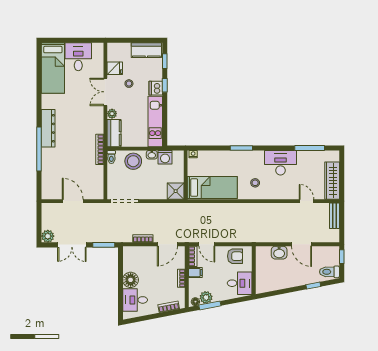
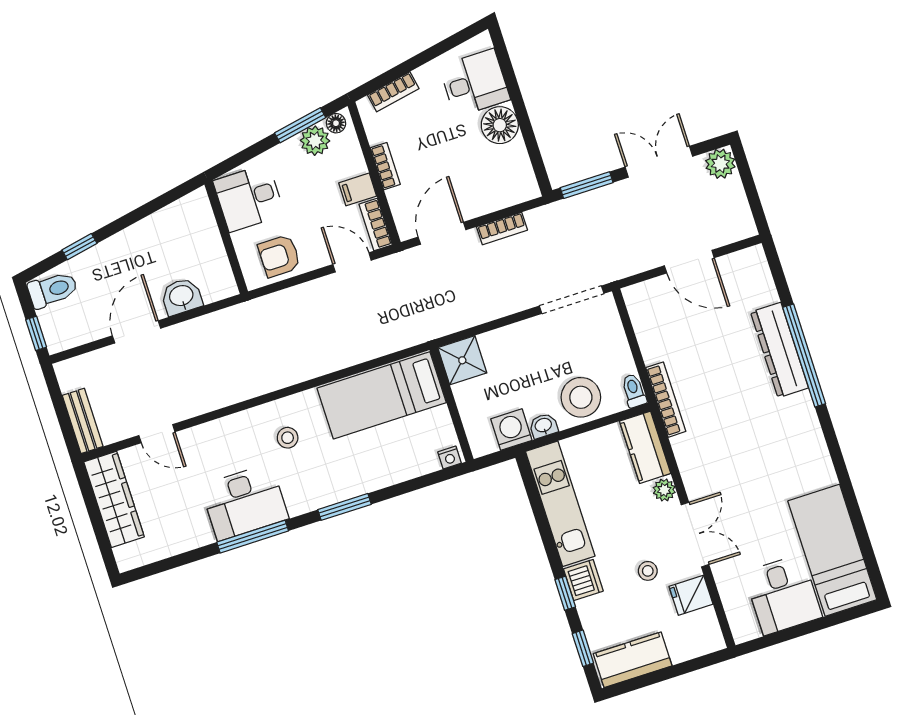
dresser: (48, 128) -> (779, 350), moved
window: (310, 148) -> (253, 537), moved
door: (302, 244) -> (137, 332), hinge flipped

